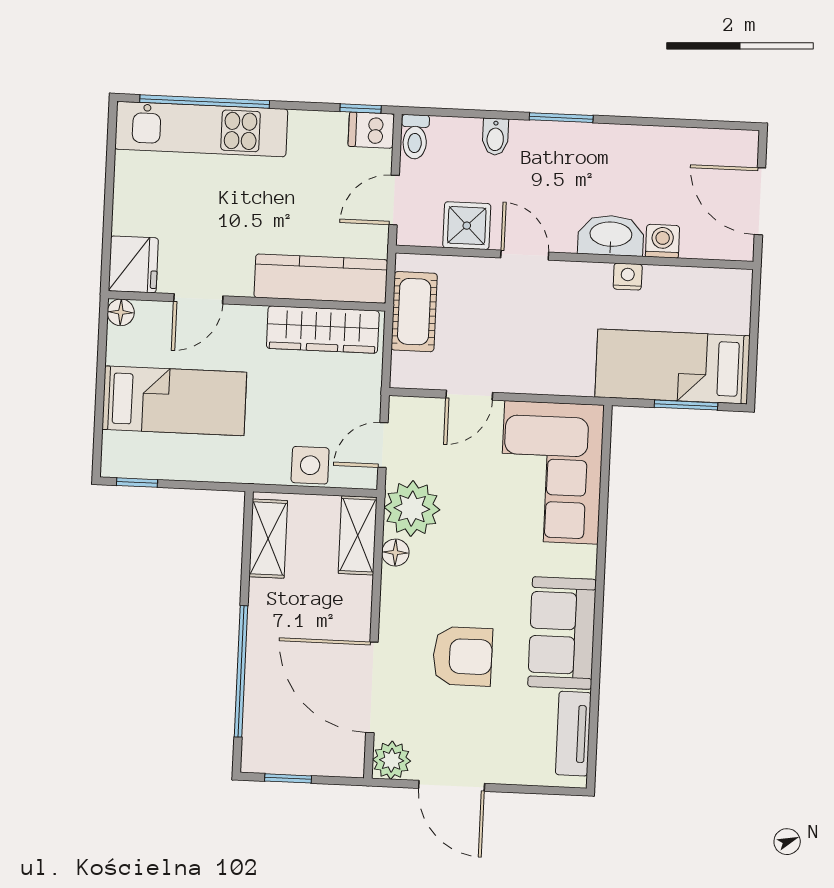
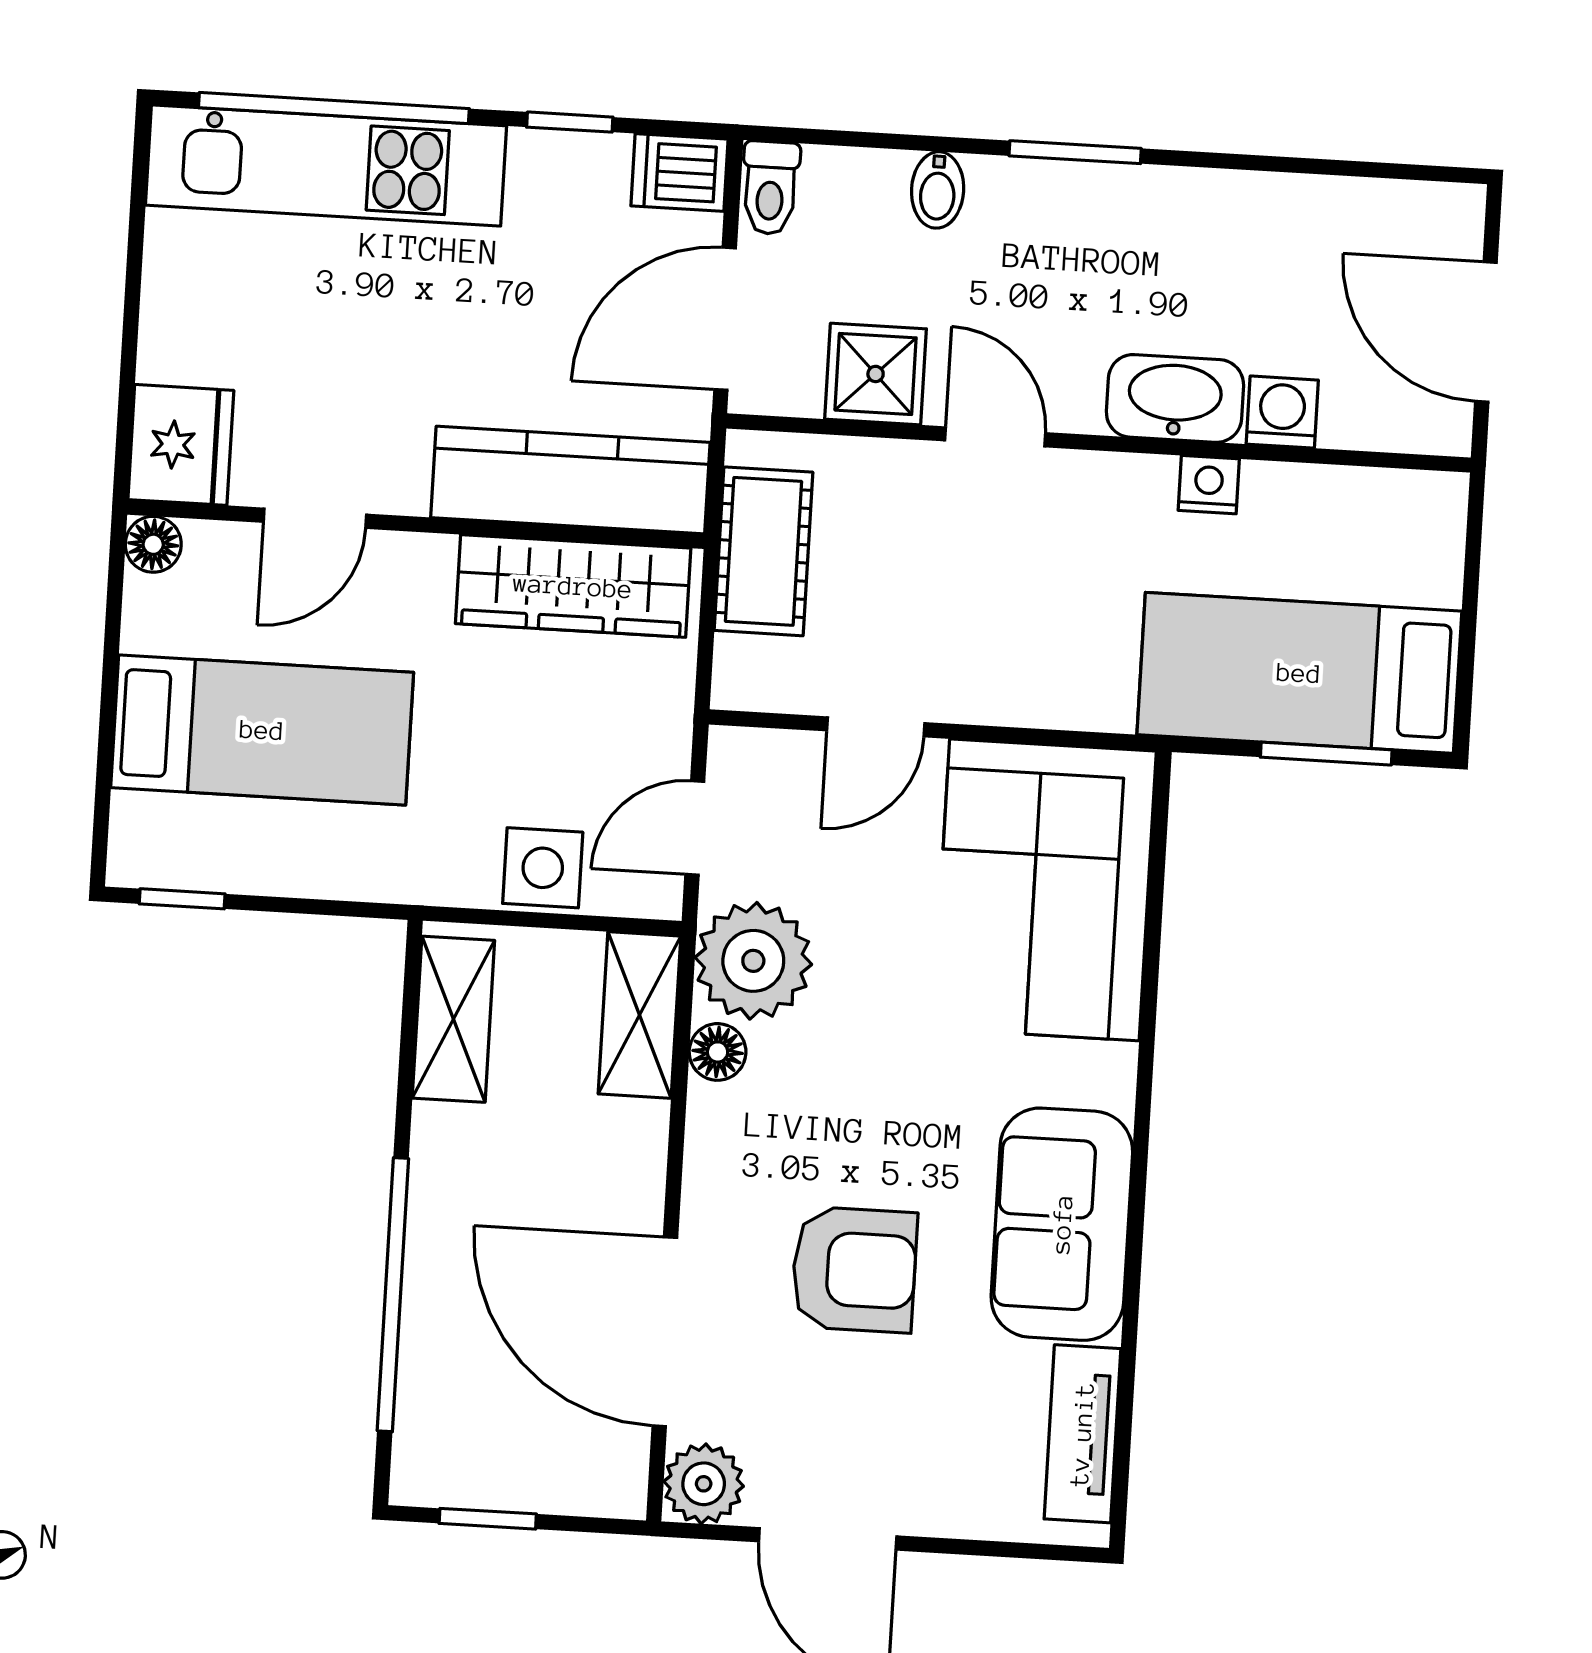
window: (361, 109) -> (570, 122), moved
door: (394, 200) -> (725, 319), width x1.38

